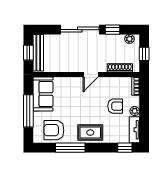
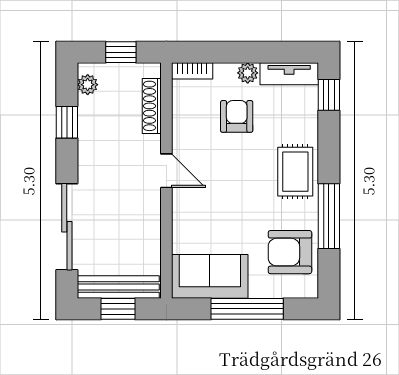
sliding door: (80, 30) -> (67, 227), moved
armchair: (54, 130) -> (290, 252), turned 90

